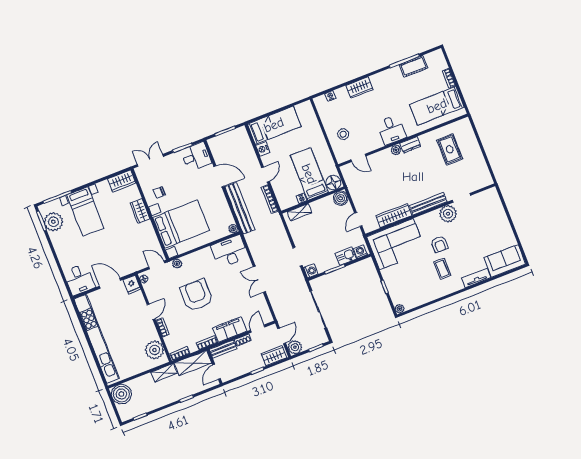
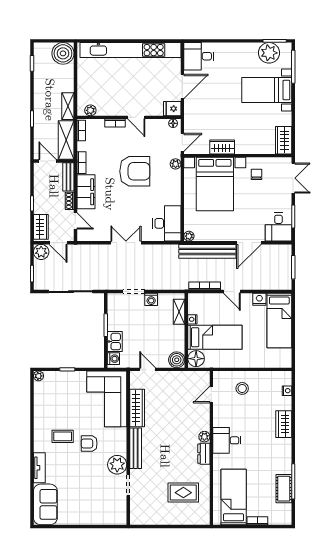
wardrobe: (140, 211) -> (222, 147), moved
washing machine: (311, 271) -> (151, 299), moved
plant: (154, 350) -> (90, 110), width x0.53, depth x0.53

